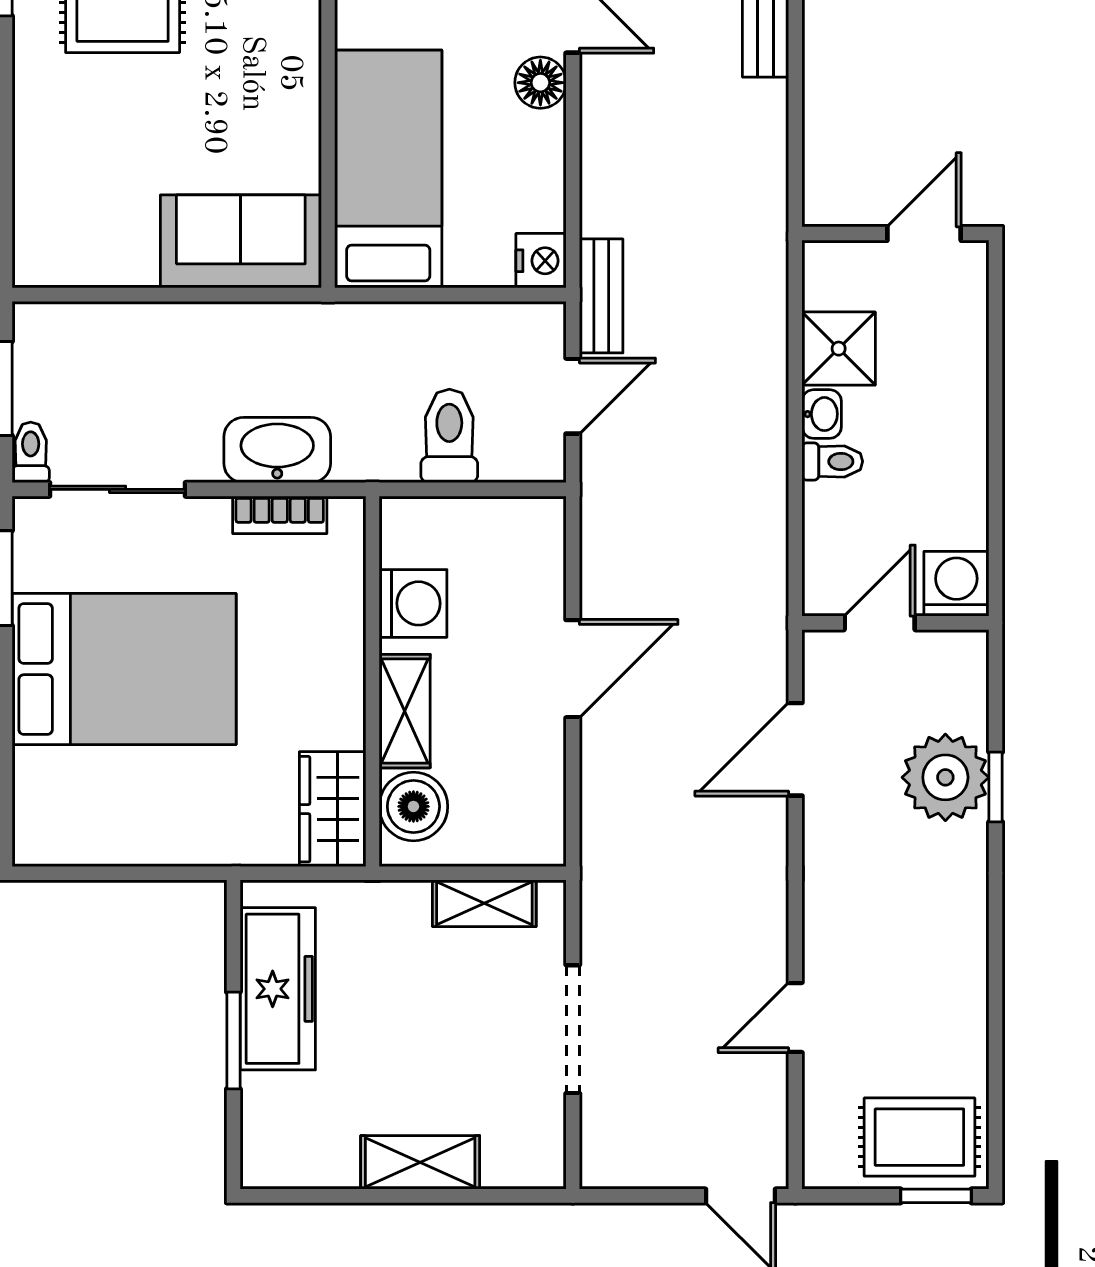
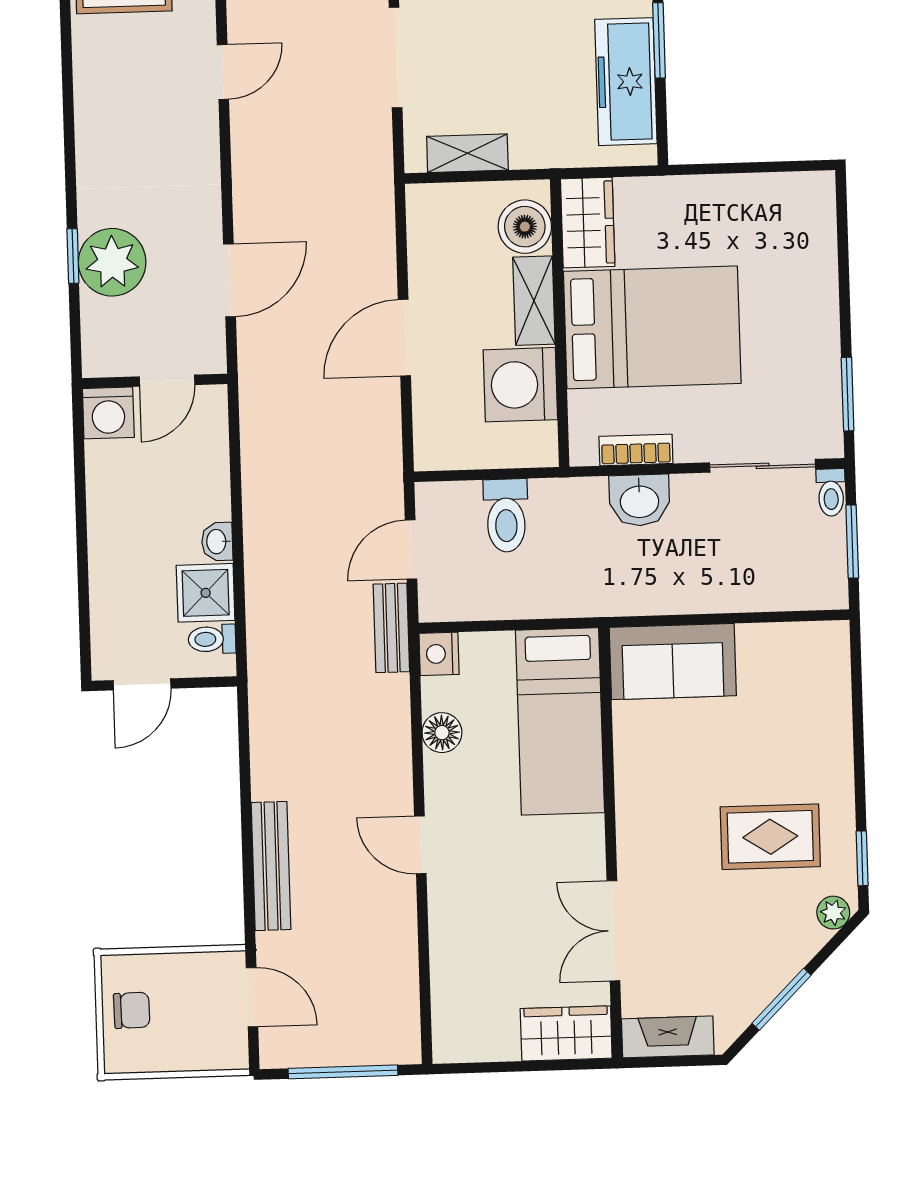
floor lamp: (540, 83) -> (442, 733), moved
washbasin: (277, 450) -> (639, 500), width x0.72
toilet: (832, 461) -> (212, 639), moved
washing machine: (413, 603) -> (520, 385), width x1.37, depth x1.37
bed: (124, 669) -> (652, 327), moved, turned 180

